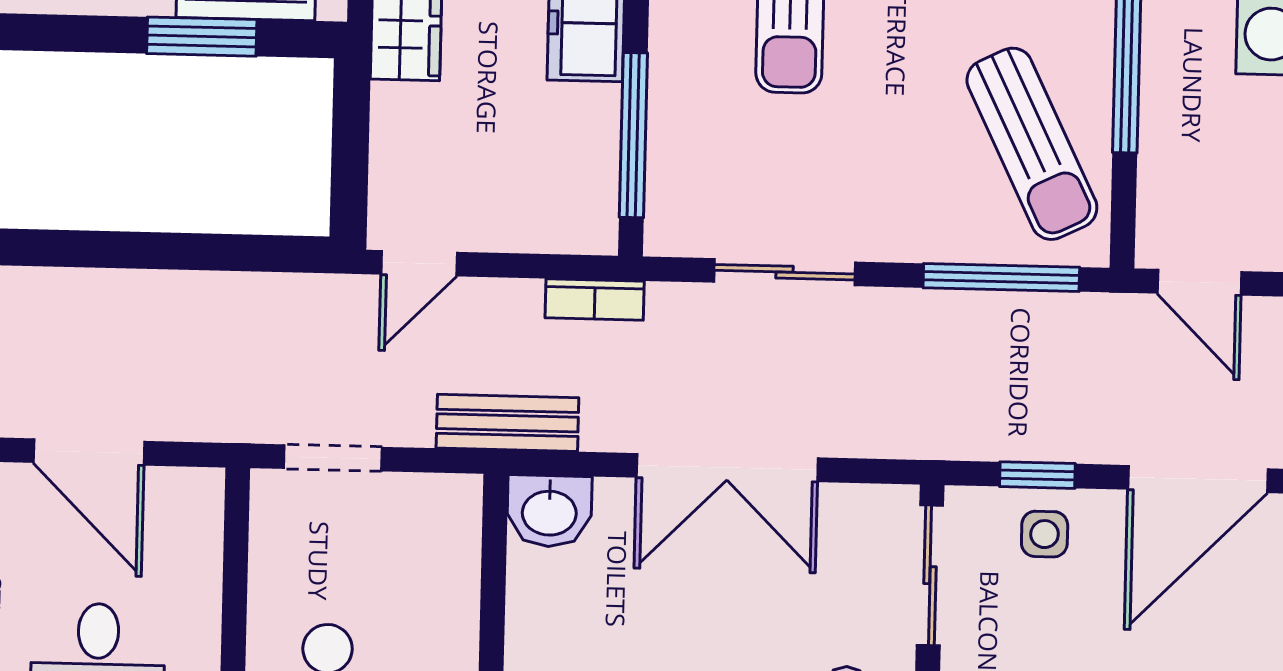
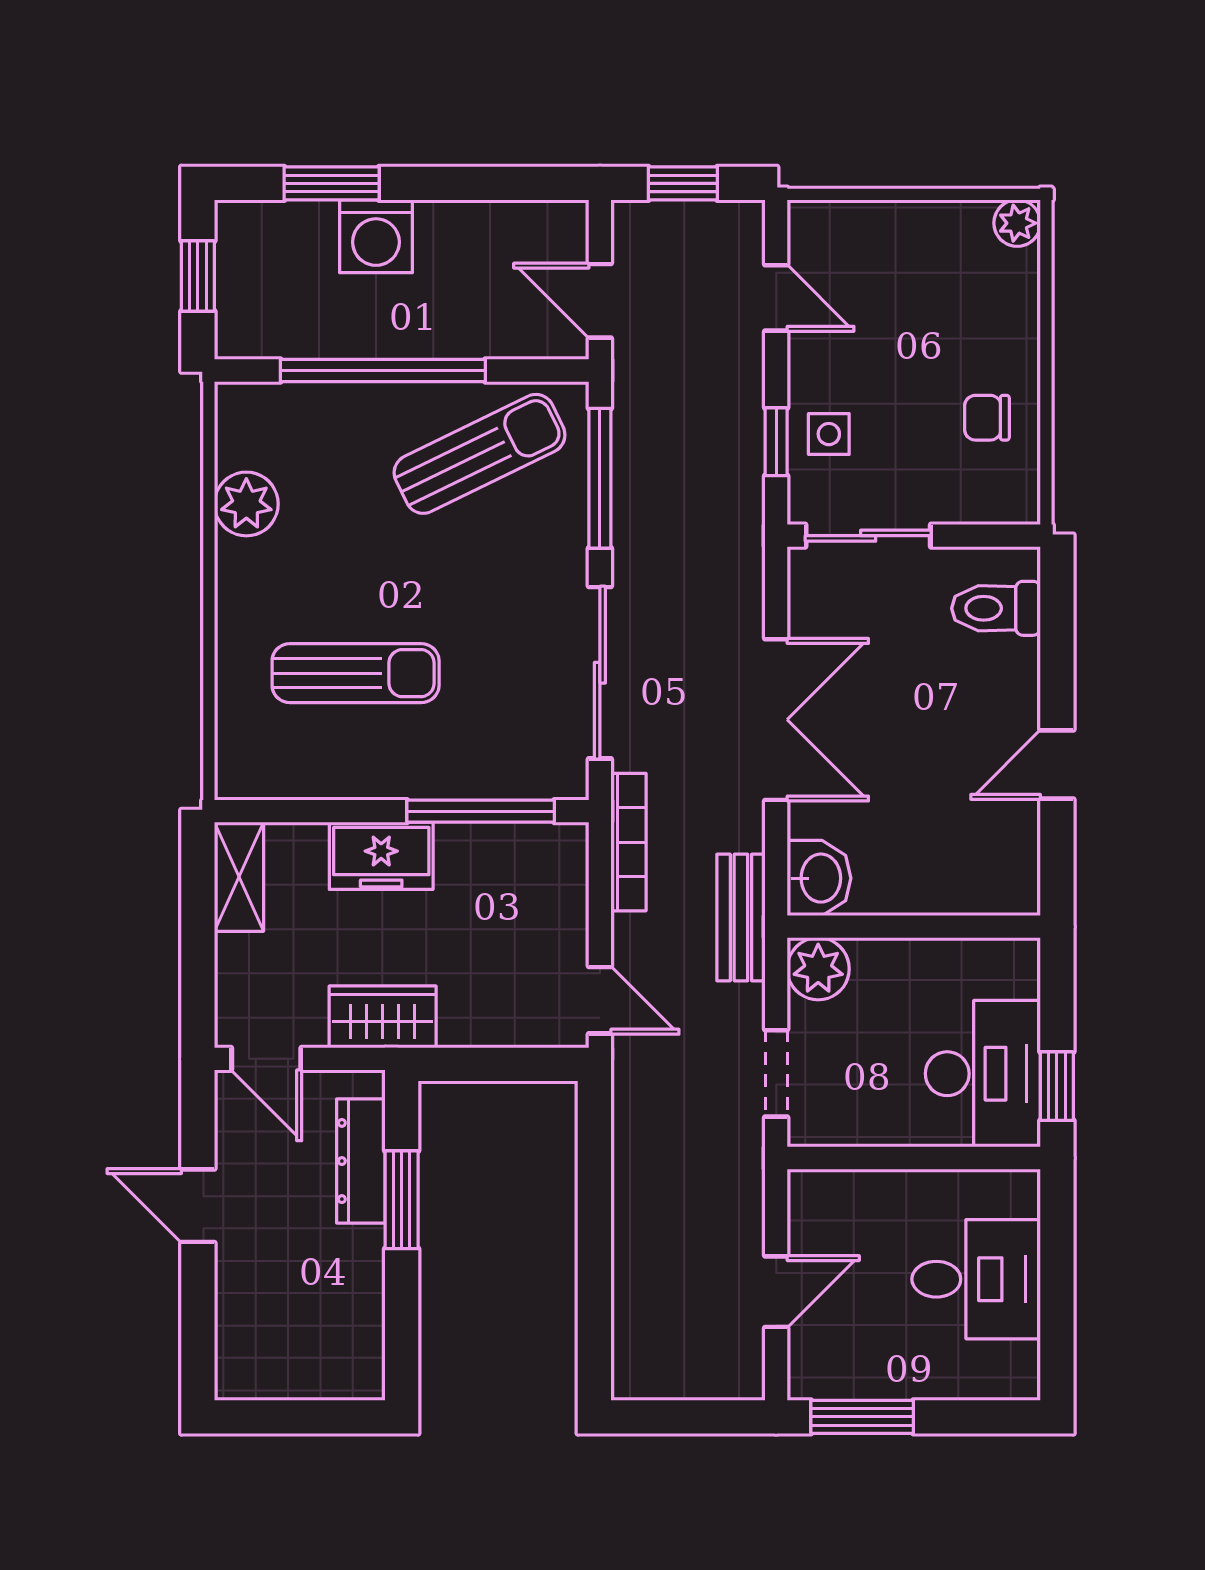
sliding door: (784, 272) -> (600, 673), width x1.37
door: (1199, 282) -> (600, 301), swing flipped
bookcase: (595, 299) -> (629, 842), width x1.56
door: (89, 452) -> (776, 1292), width x0.73
door: (1198, 479) -> (776, 298), width x0.53
plant: (448, 508) -> (818, 969), added

